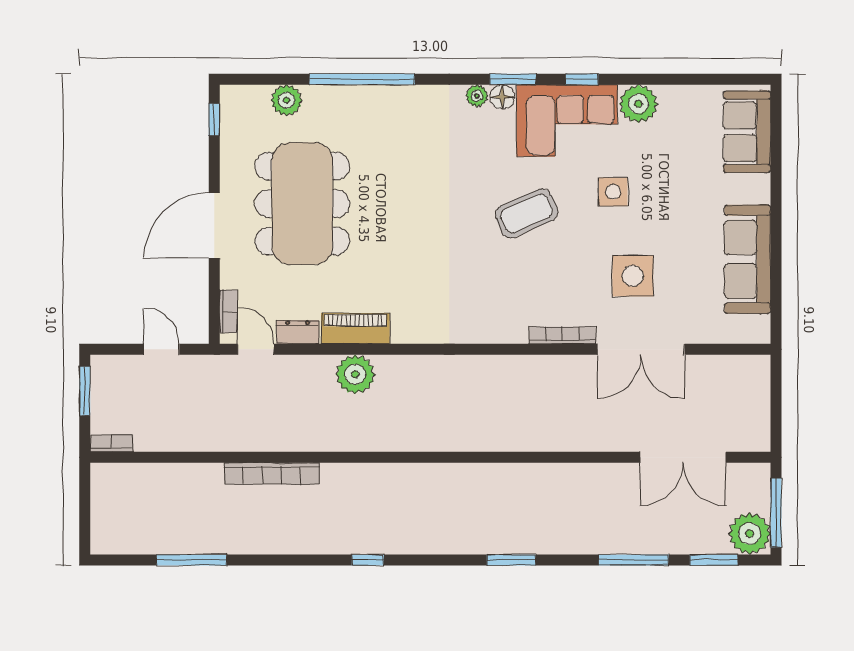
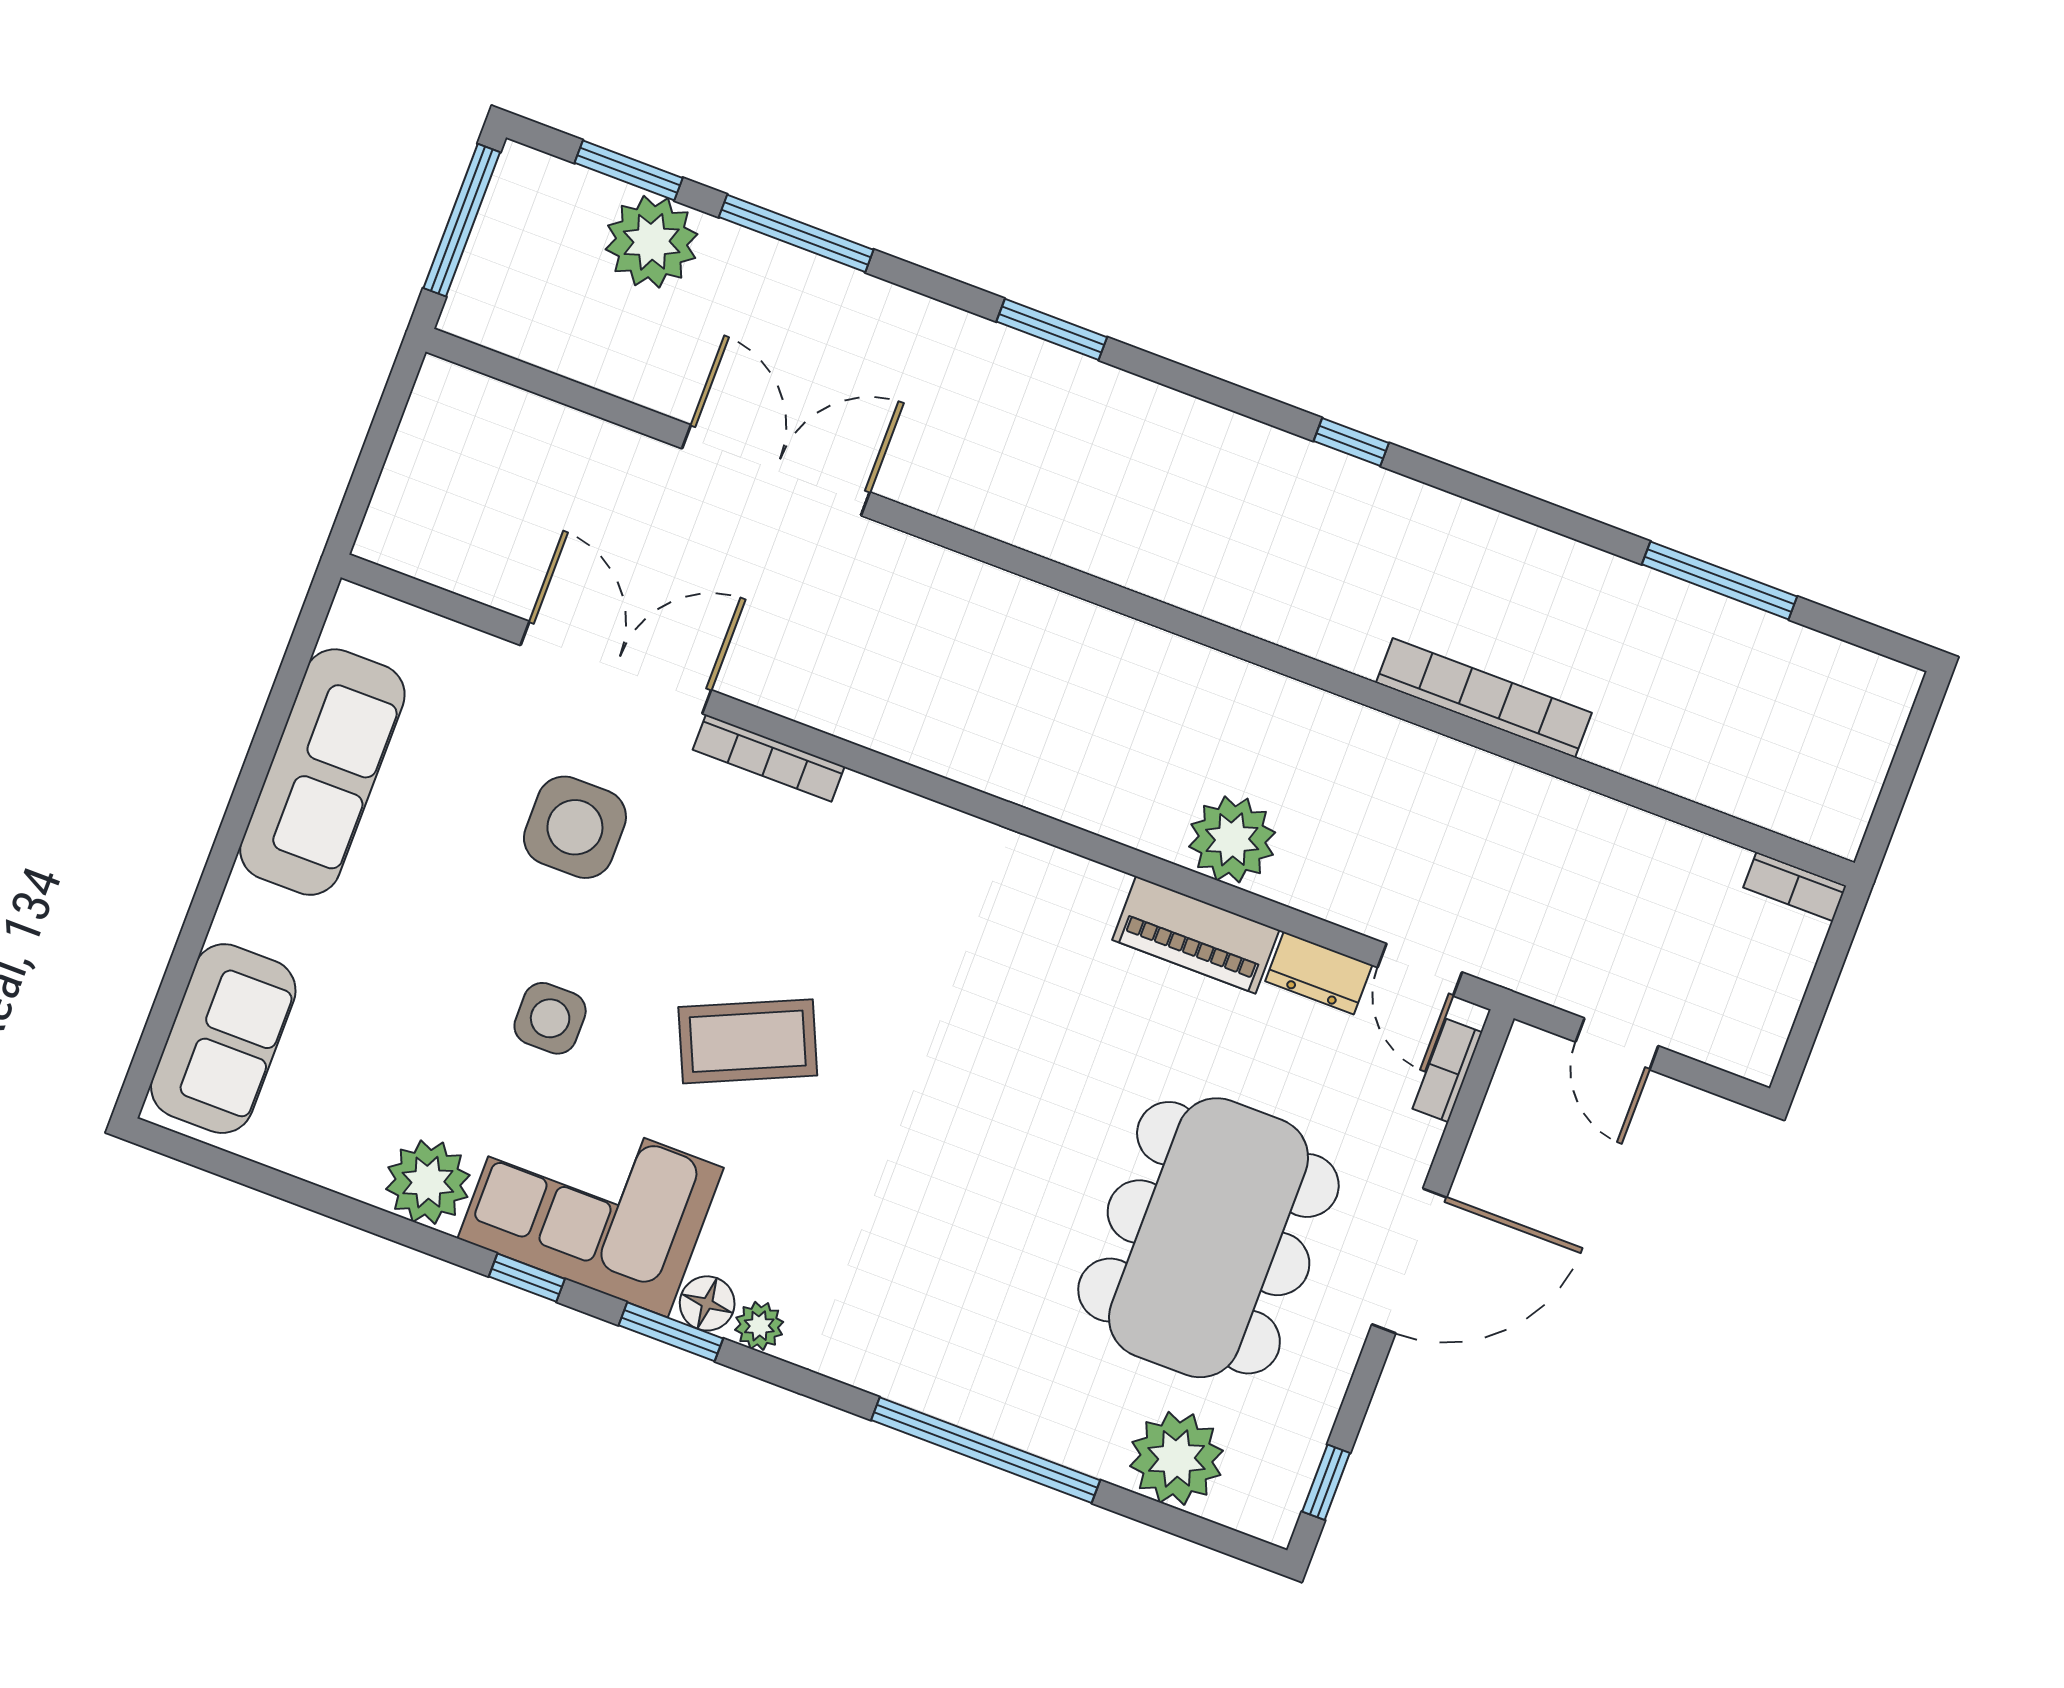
plant: (287, 100) -> (1176, 1458), width x1.36, depth x1.36
window: (85, 391) -> (1810, 1017), removed
double door: (683, 457) -> (776, 470), moved
plant: (750, 534) -> (652, 242), moved

